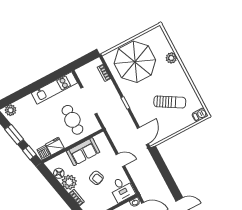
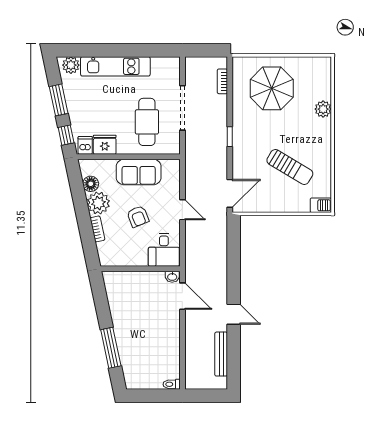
parasol: (135, 62) -> (272, 88), width x0.73, depth x0.73
kitchen unit: (54, 88) -> (115, 66), moved

